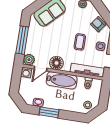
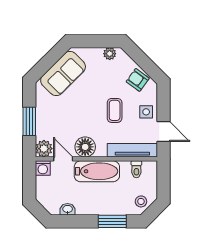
window: (22, 40) -> (29, 121), width x0.69
door: (41, 69) -> (63, 159), swing flipped
window: (49, 112) -> (112, 221), moved

